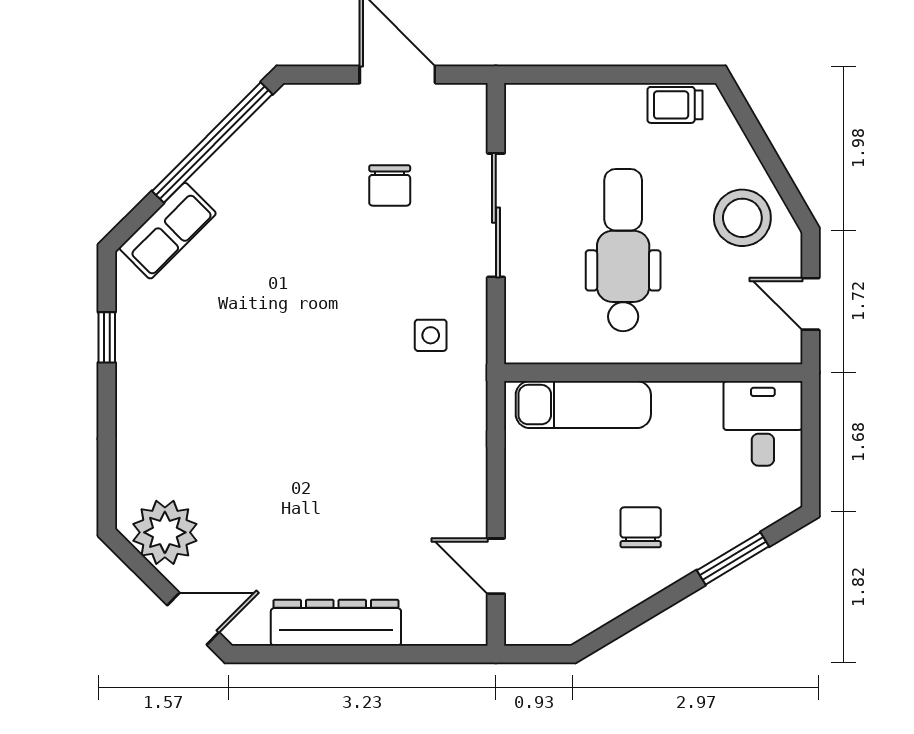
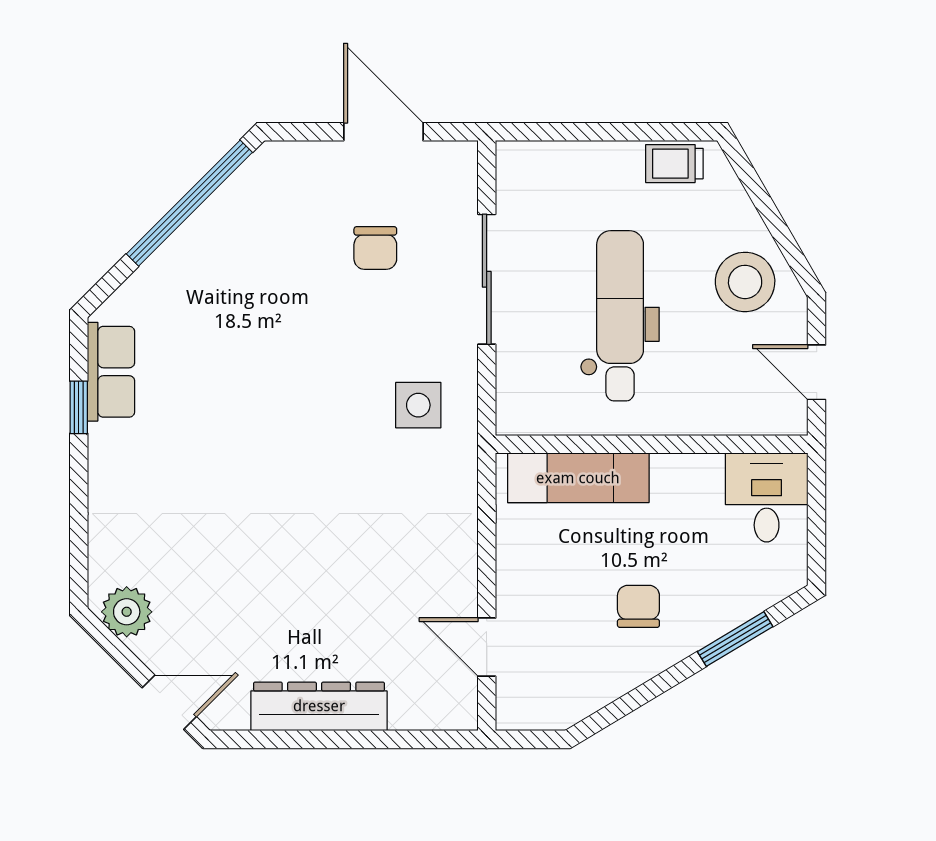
row of seats: (168, 231) -> (111, 372), moved, turned -45
side table: (431, 335) -> (418, 405), width x1.37, depth x1.37
plant: (165, 532) -> (127, 612), width x0.73, depth x0.73

